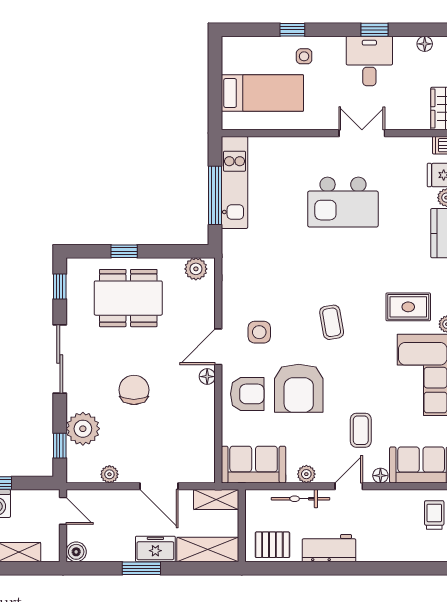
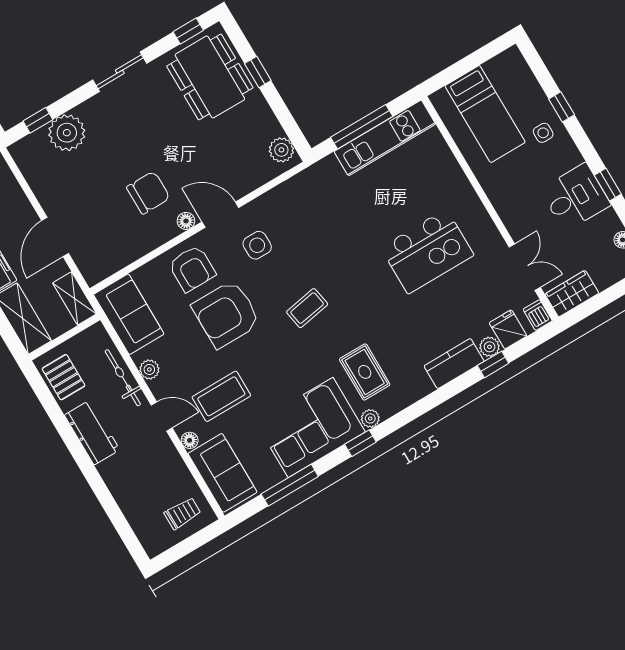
double door: (362, 133) -> (525, 267), moved
kitchen island: (343, 202) -> (427, 251), turned -90
dining table: (128, 298) -> (210, 77), moved
sliding door: (60, 359) -> (120, 72), width x0.73
chair: (134, 390) -> (148, 193), moved
coffee table: (361, 430) -> (221, 396), width x1.36, depth x1.30
plant: (109, 474) -> (39, 183), removed

